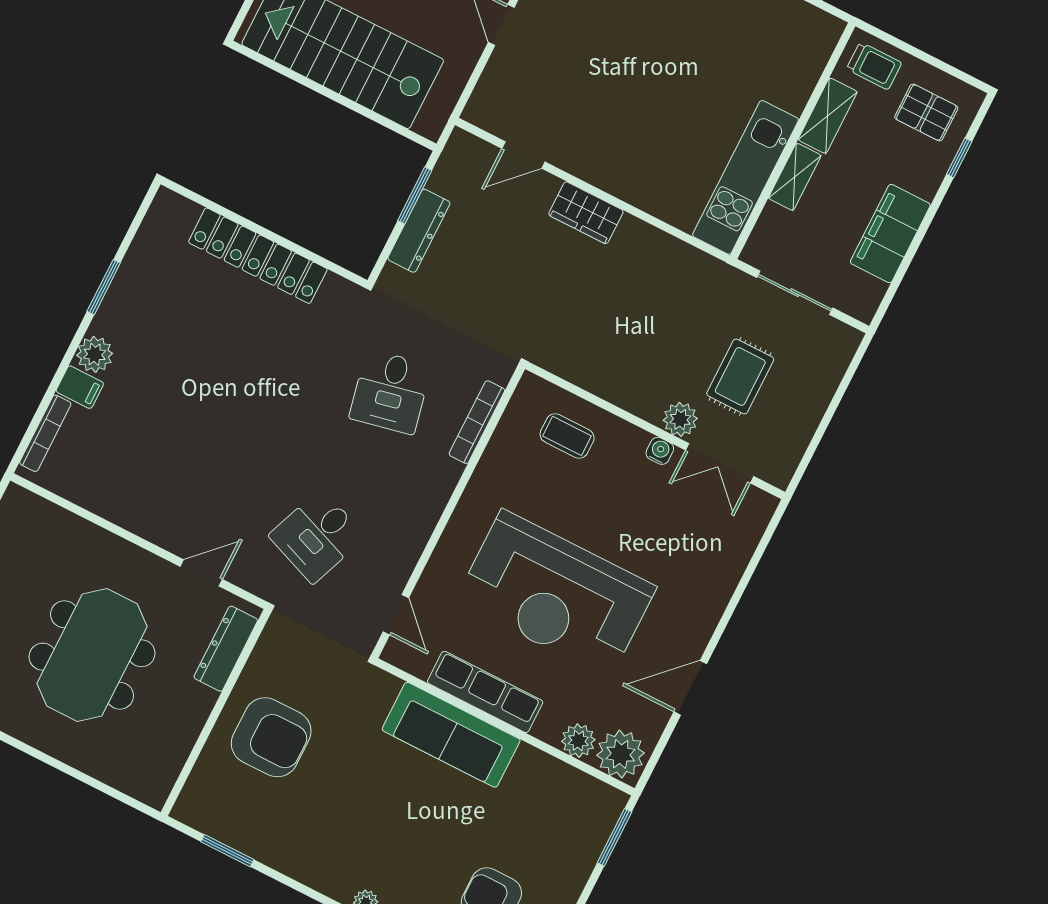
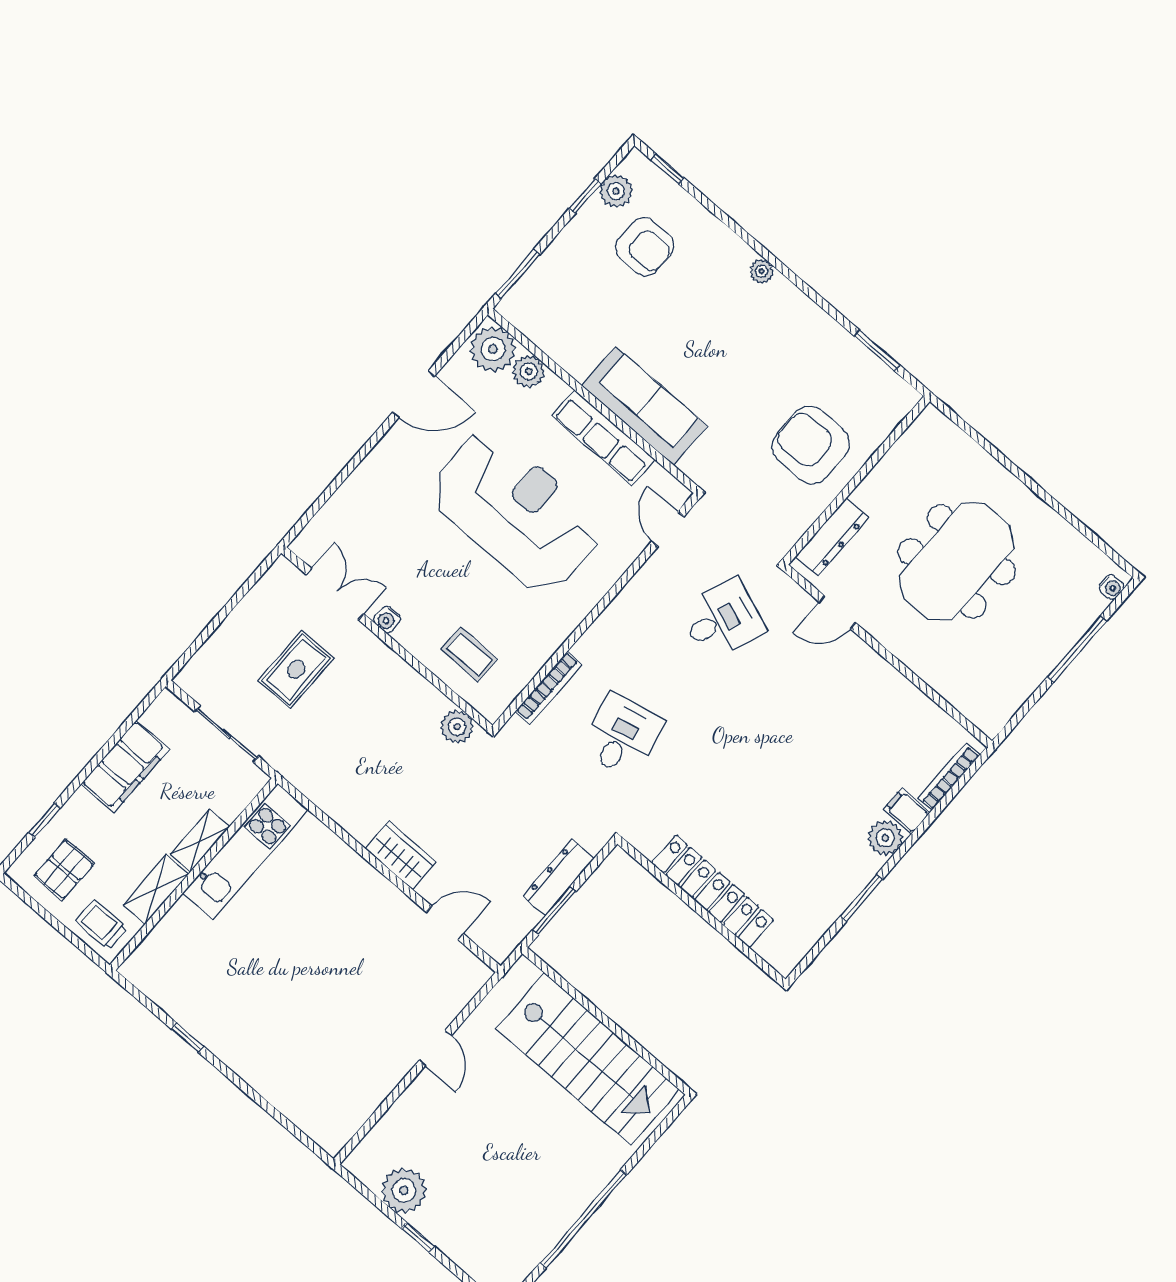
pallet: (926, 113) -> (64, 870), turned 90
plant: (680, 419) -> (457, 727), moved

